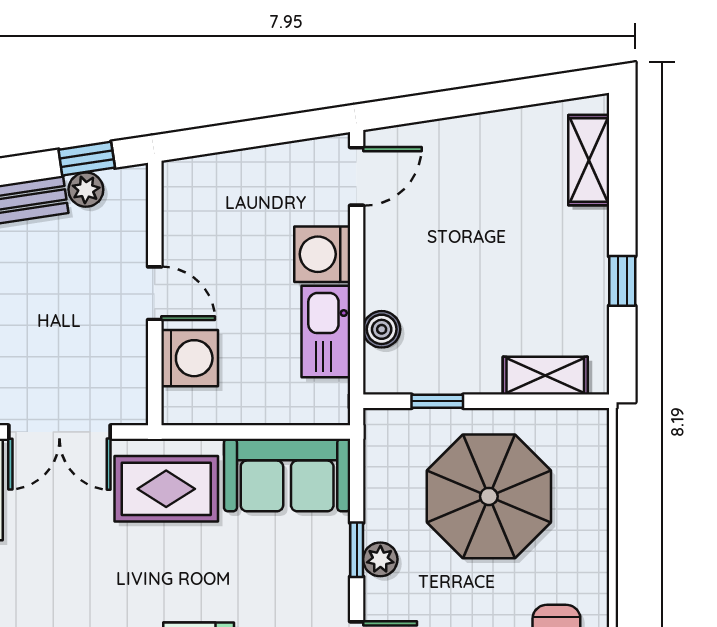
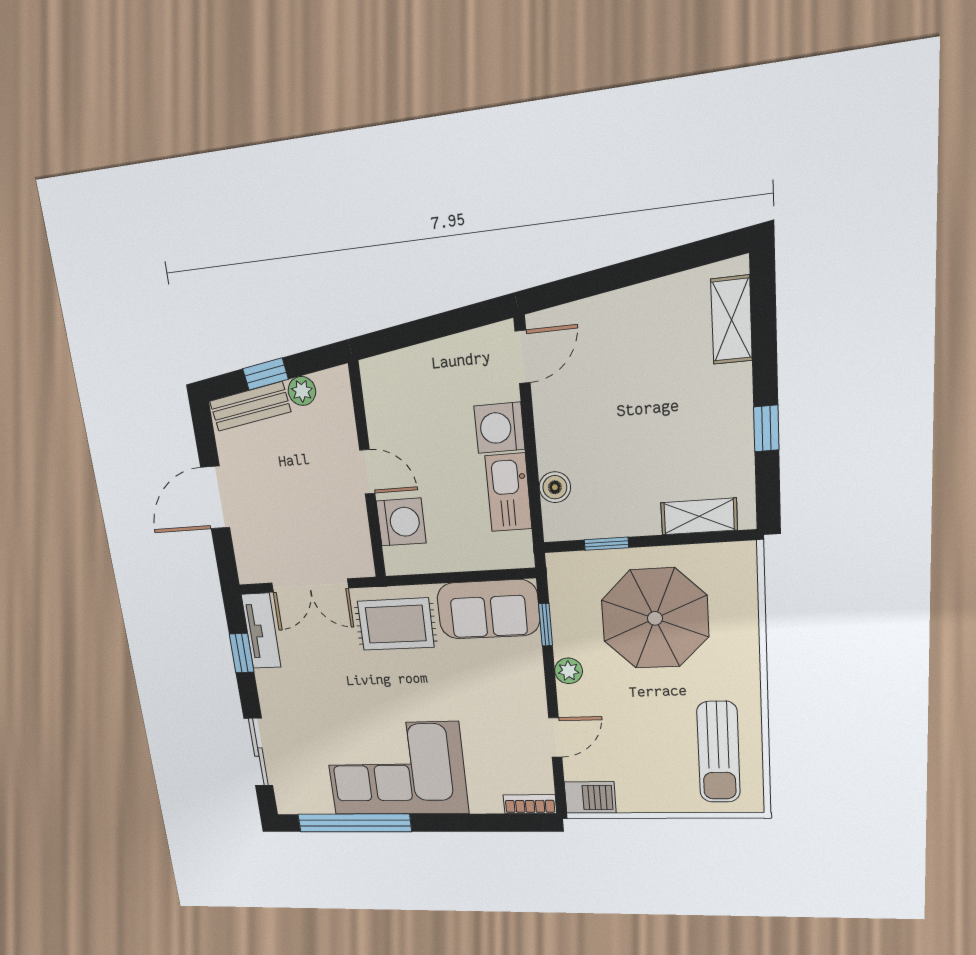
window: (87, 159) -> (265, 374), moved
window: (357, 550) -> (546, 625), moved

